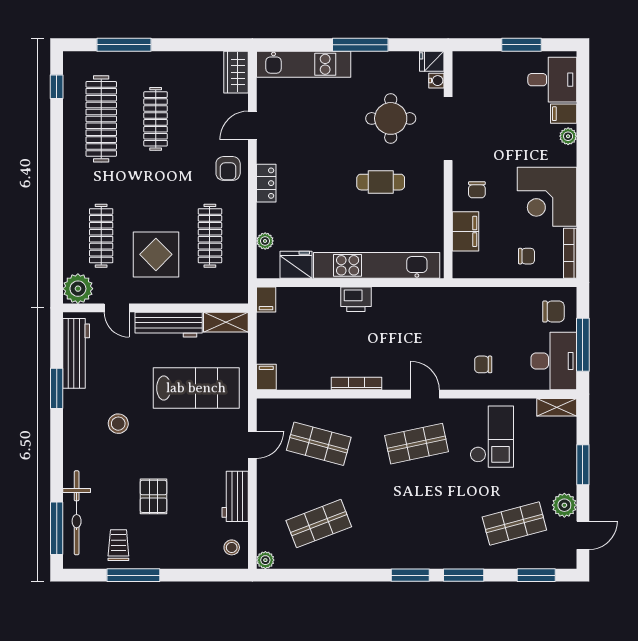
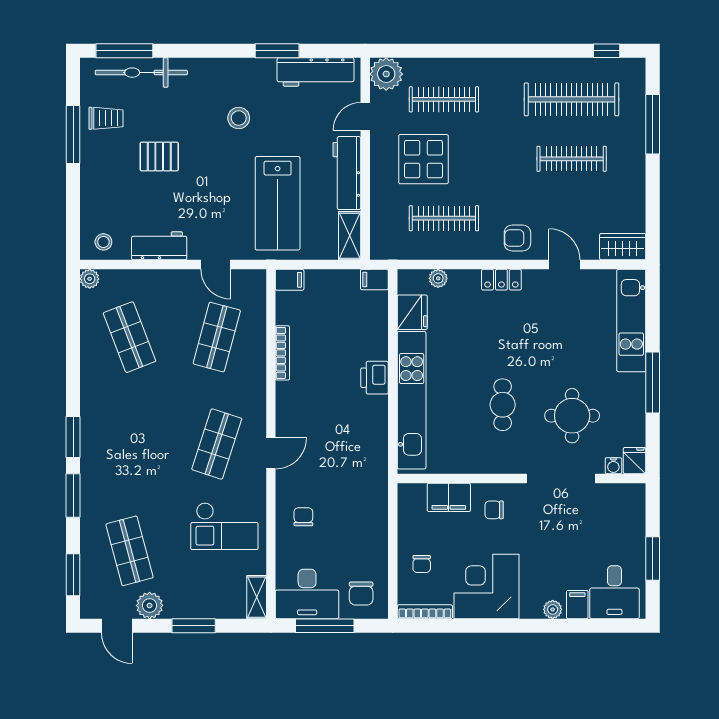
bookcase: (356, 384) -> (282, 353), moved
shop shelf: (417, 444) -> (217, 444), turned 30

